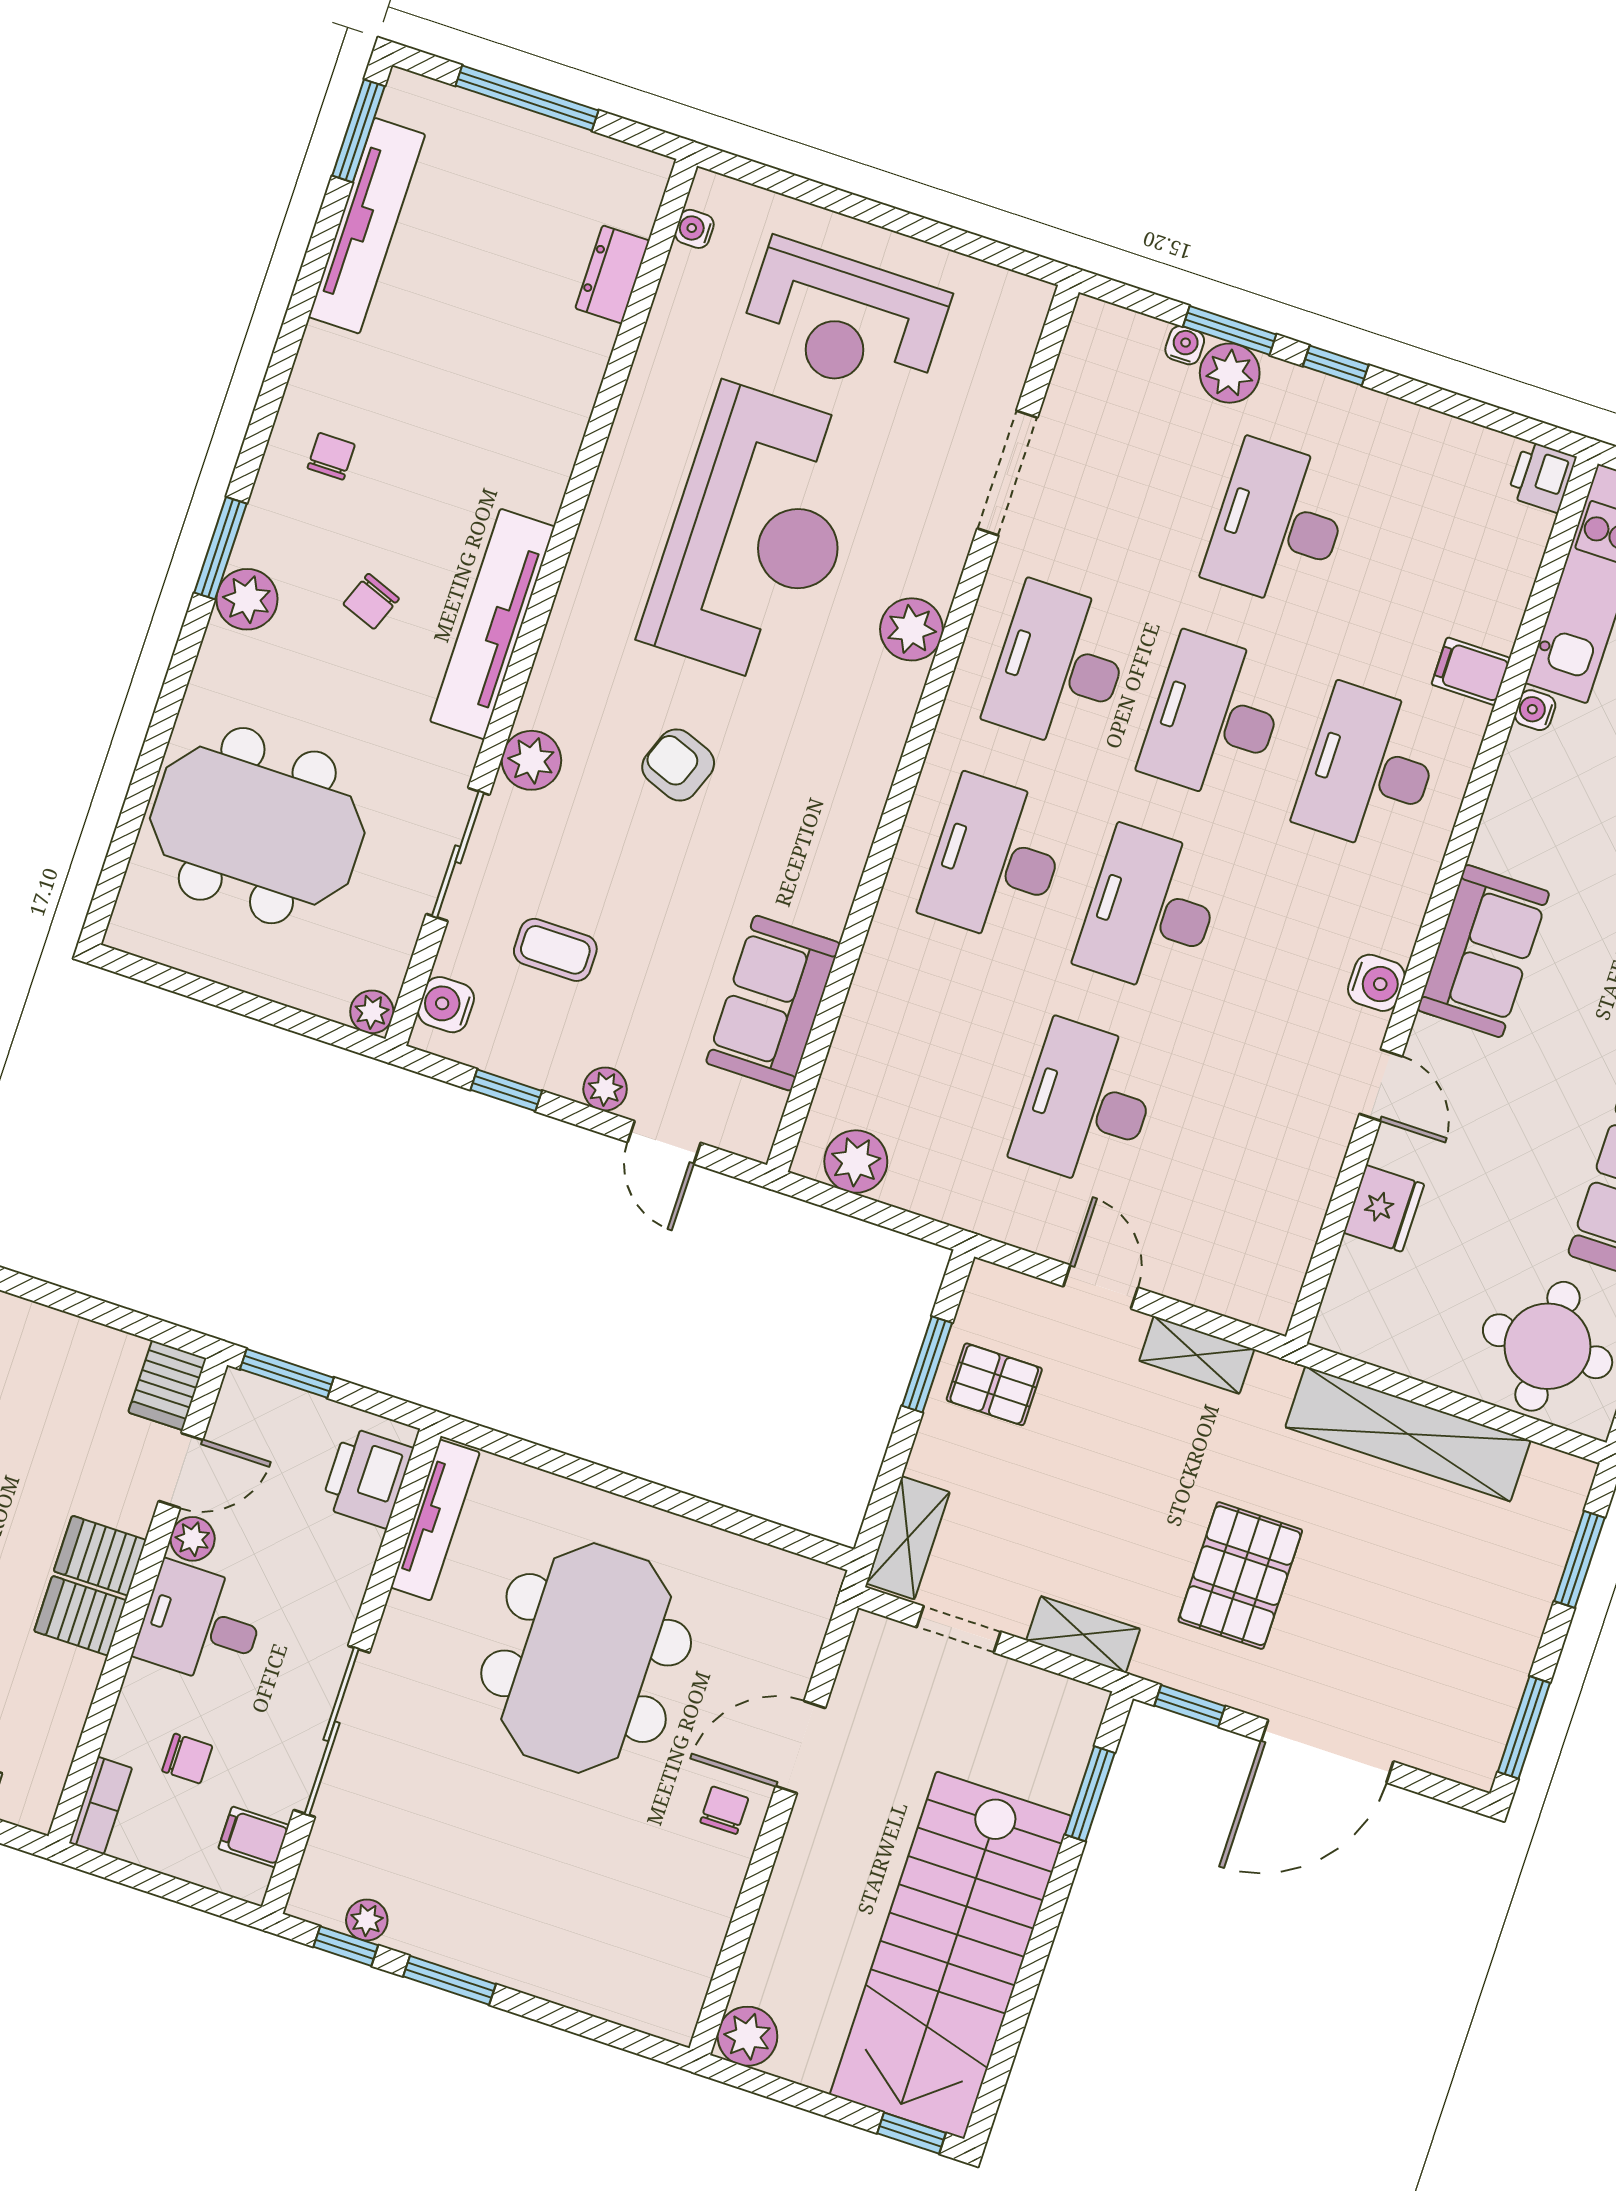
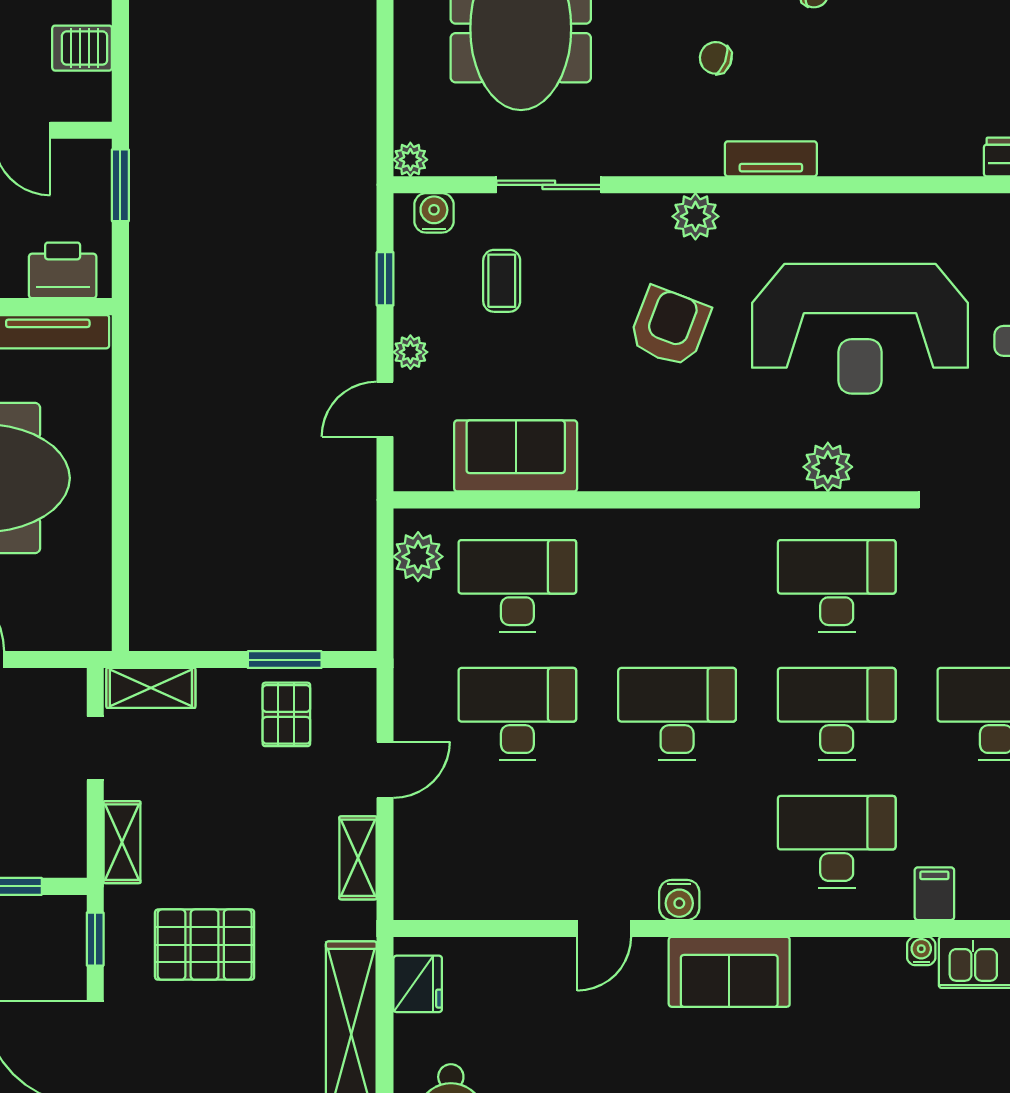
tv unit: (492, 624) -> (771, 159), width x0.52, depth x0.78
plant: (531, 760) -> (695, 216), moved
armchair: (678, 765) -> (669, 327), width x1.38, depth x1.38
desk: (995, 860) -> (517, 586), moved
fridge: (1384, 1208) -> (418, 984), moved, turned -90
server rack: (167, 1385) -> (82, 48), moved

